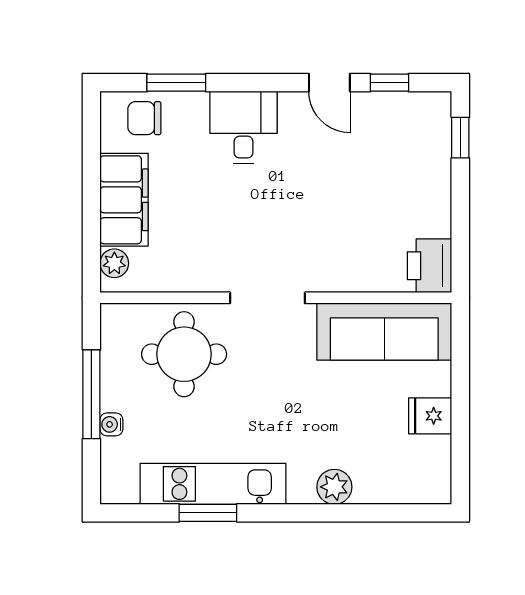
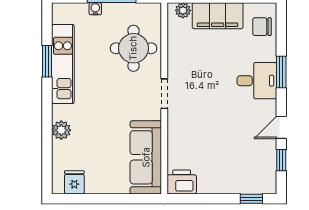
window: (176, 83) -> (281, 72), moved
chair: (144, 118) -> (262, 27), turned -90
doorway: (268, 298) -> (164, 94), width x0.73
fridge: (430, 416) -> (74, 182), moved

